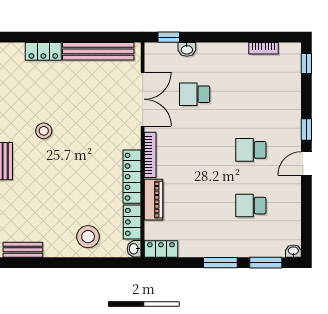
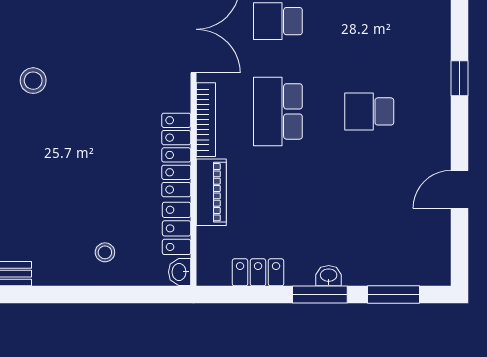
door: (306, 163) -> (459, 189), moved
school desk: (251, 206) -> (278, 111), moved, width x1.85
stool: (88, 237) -> (105, 252), width x0.53, depth x0.53
locker: (161, 249) -> (258, 272), moved
washbasin: (293, 251) -> (329, 276), moved

